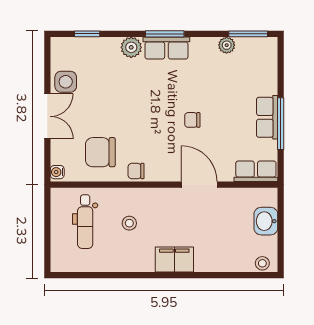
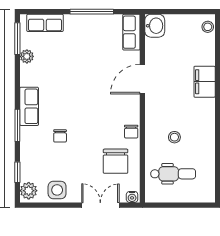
window: (165, 34) -> (17, 125), moved
plant: (131, 47) -> (29, 191), moved
double door: (47, 116) -> (100, 205), moved
row of seats: (267, 117) -> (45, 23), moved
chair: (192, 120) -> (60, 136), moved
washbasin: (266, 221) -> (155, 26), moved, turned -90
filing cabinet: (174, 259) -> (205, 82), moved

